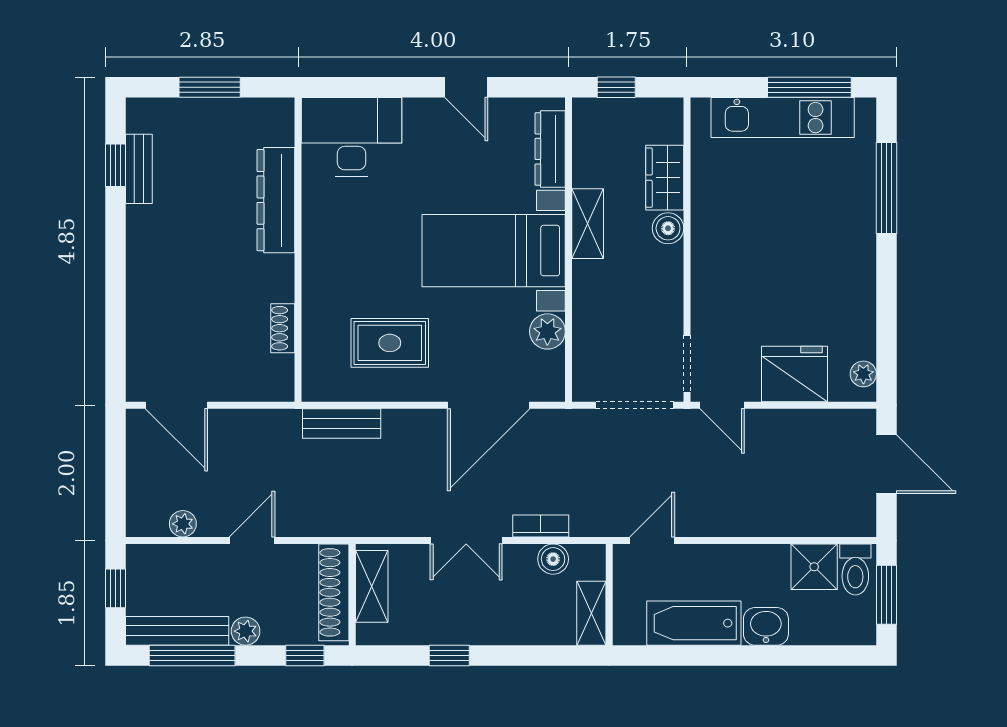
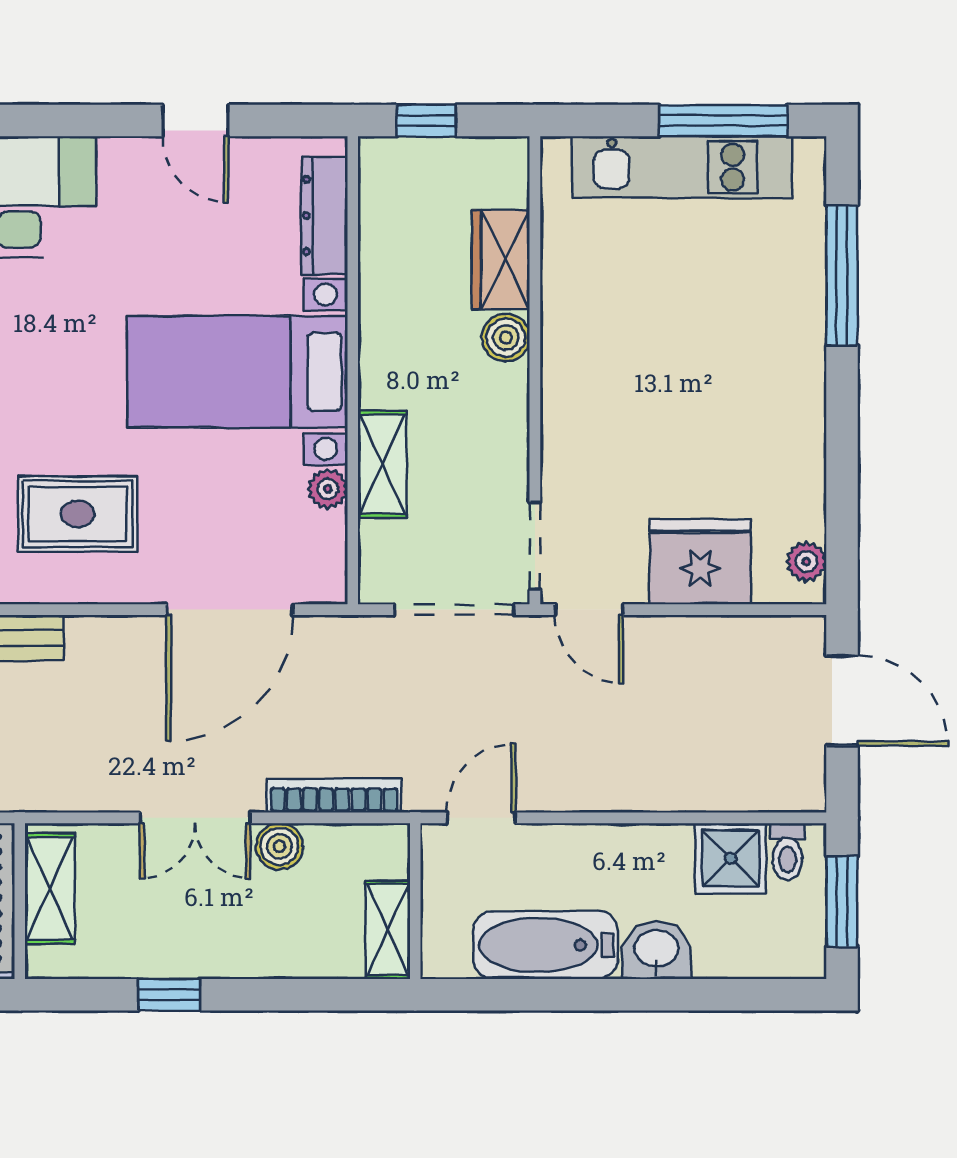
shelving: (588, 224) -> (382, 464), moved
plant: (547, 331) -> (328, 489), width x0.73, depth x0.73
bookcase: (541, 526) -> (334, 795), width x1.56
boiler: (553, 559) -> (279, 846), moved
toilet: (855, 570) -> (787, 852), width x0.73, depth x0.72

